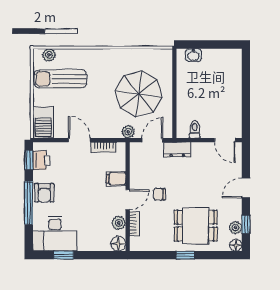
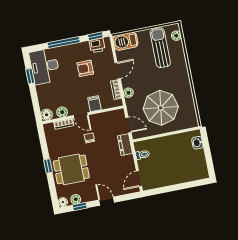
plant: (128, 132) -> (128, 93), moved
armchair: (44, 193) -> (85, 68), moved
dining table: (196, 226) -> (71, 169), turned 90

